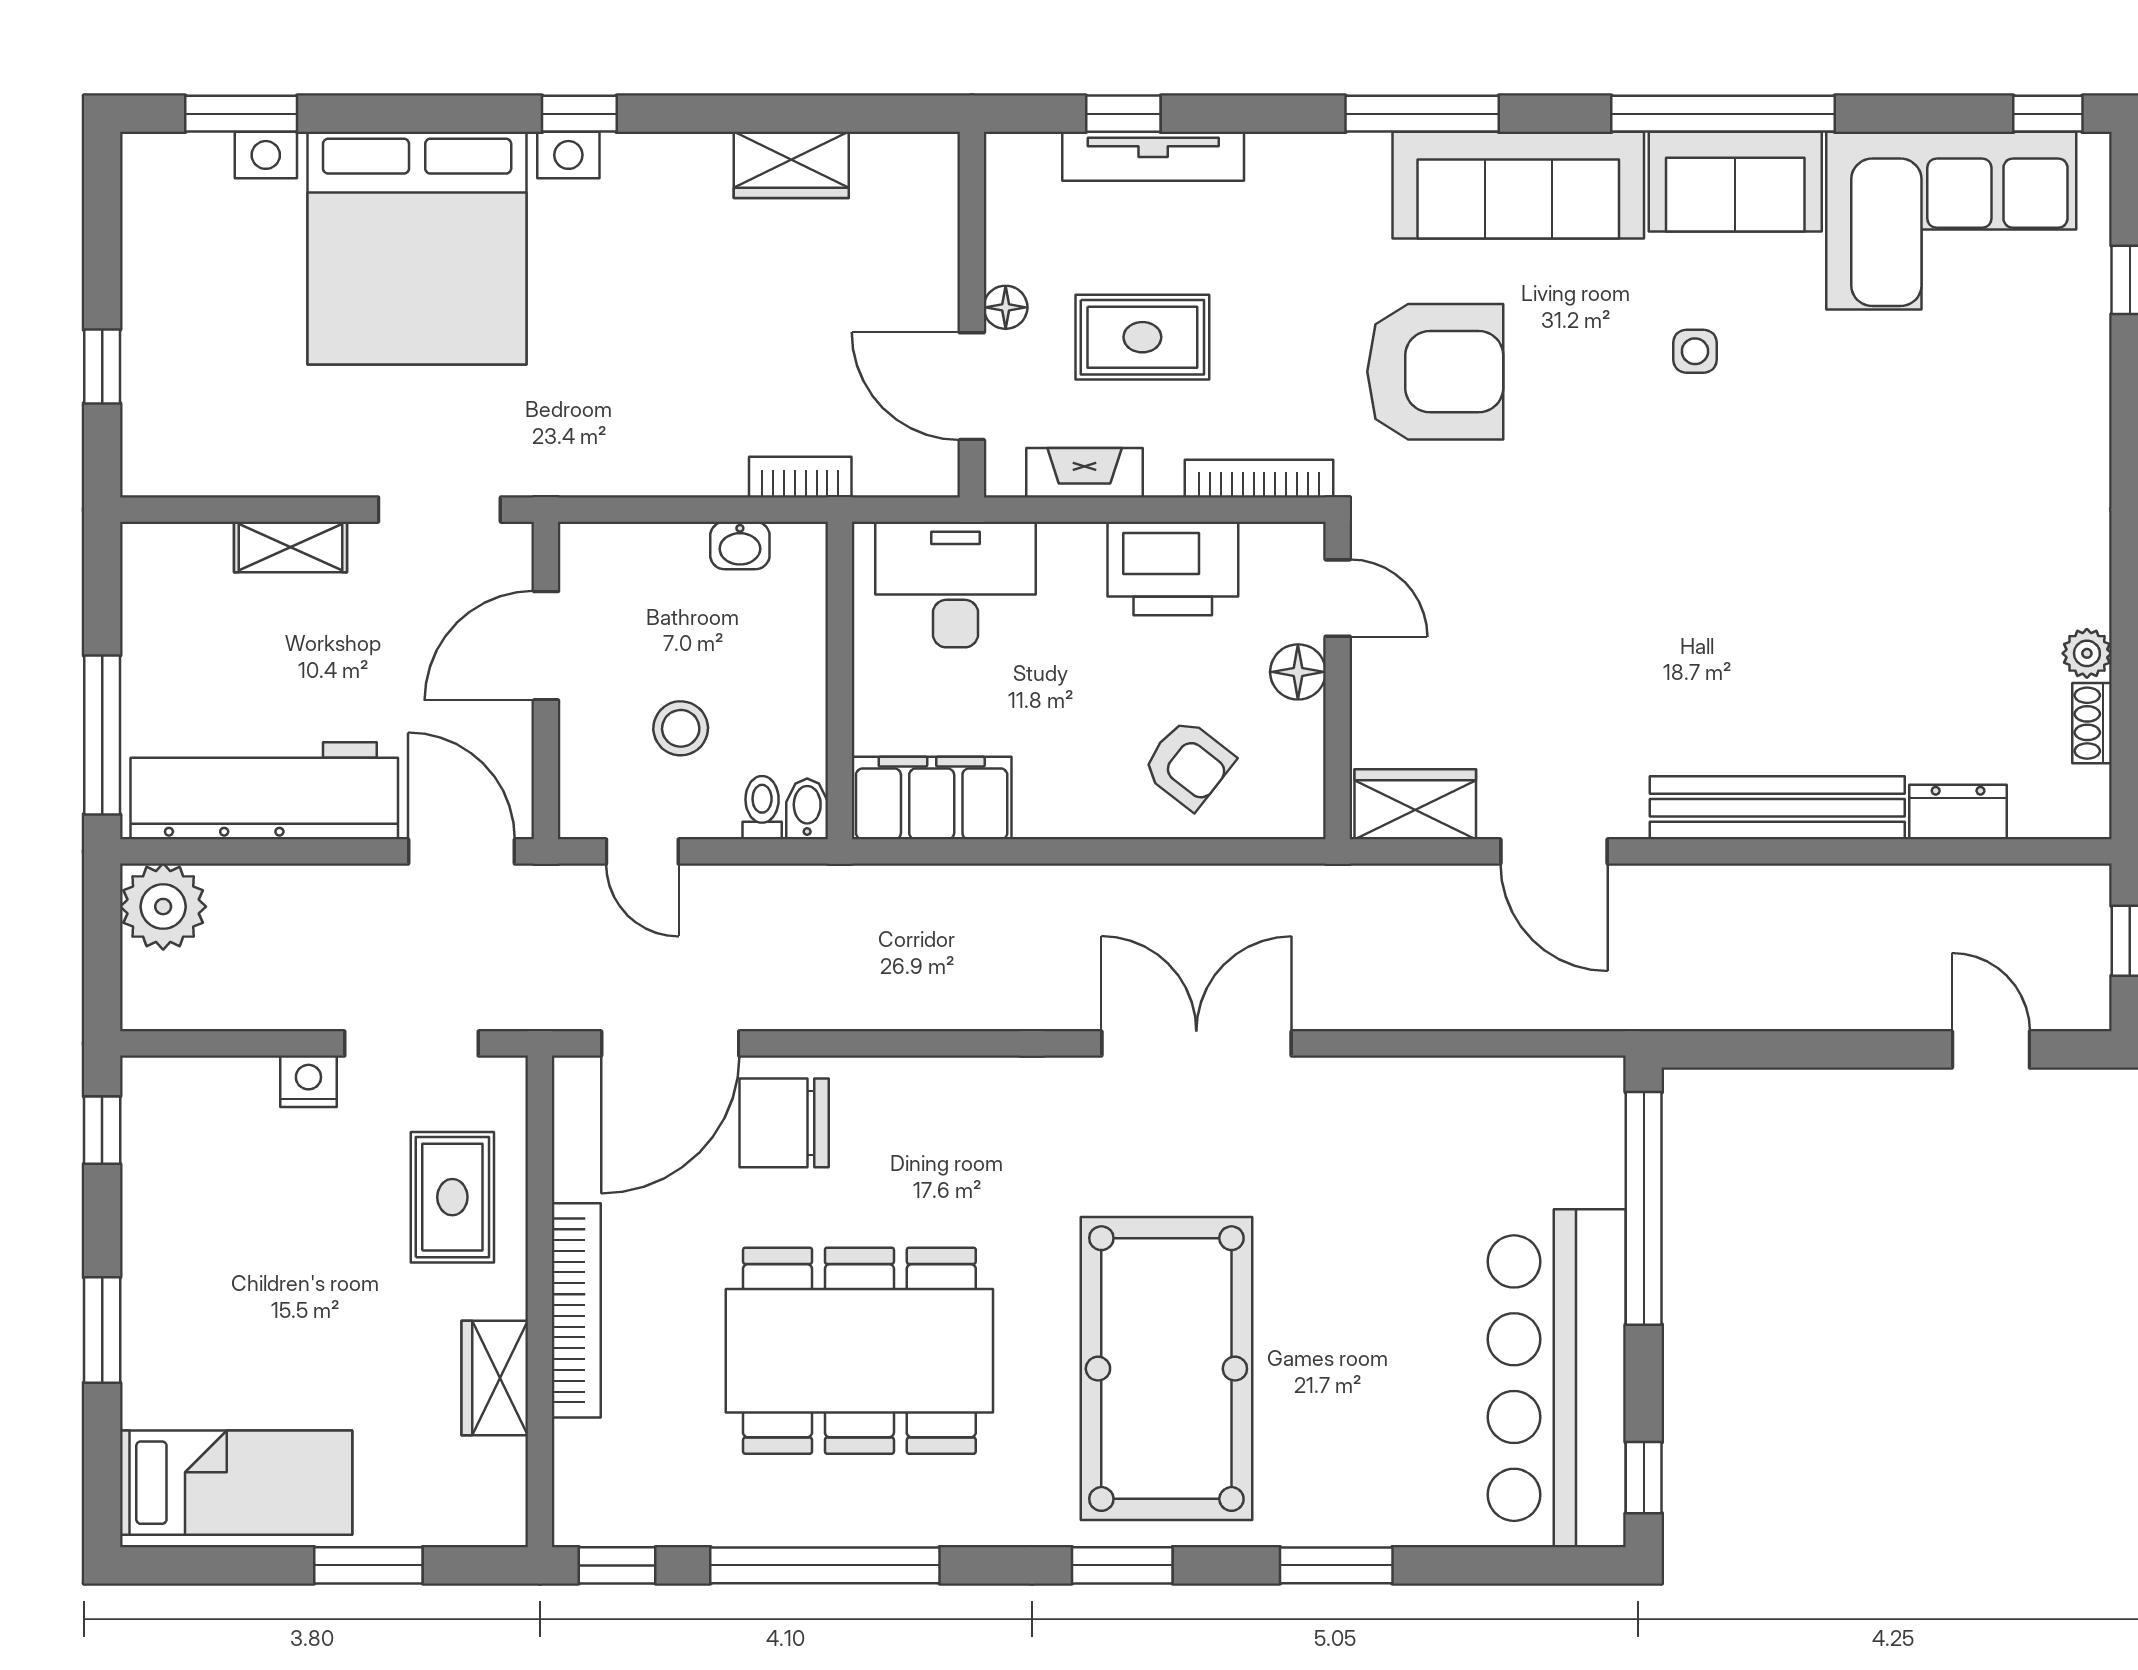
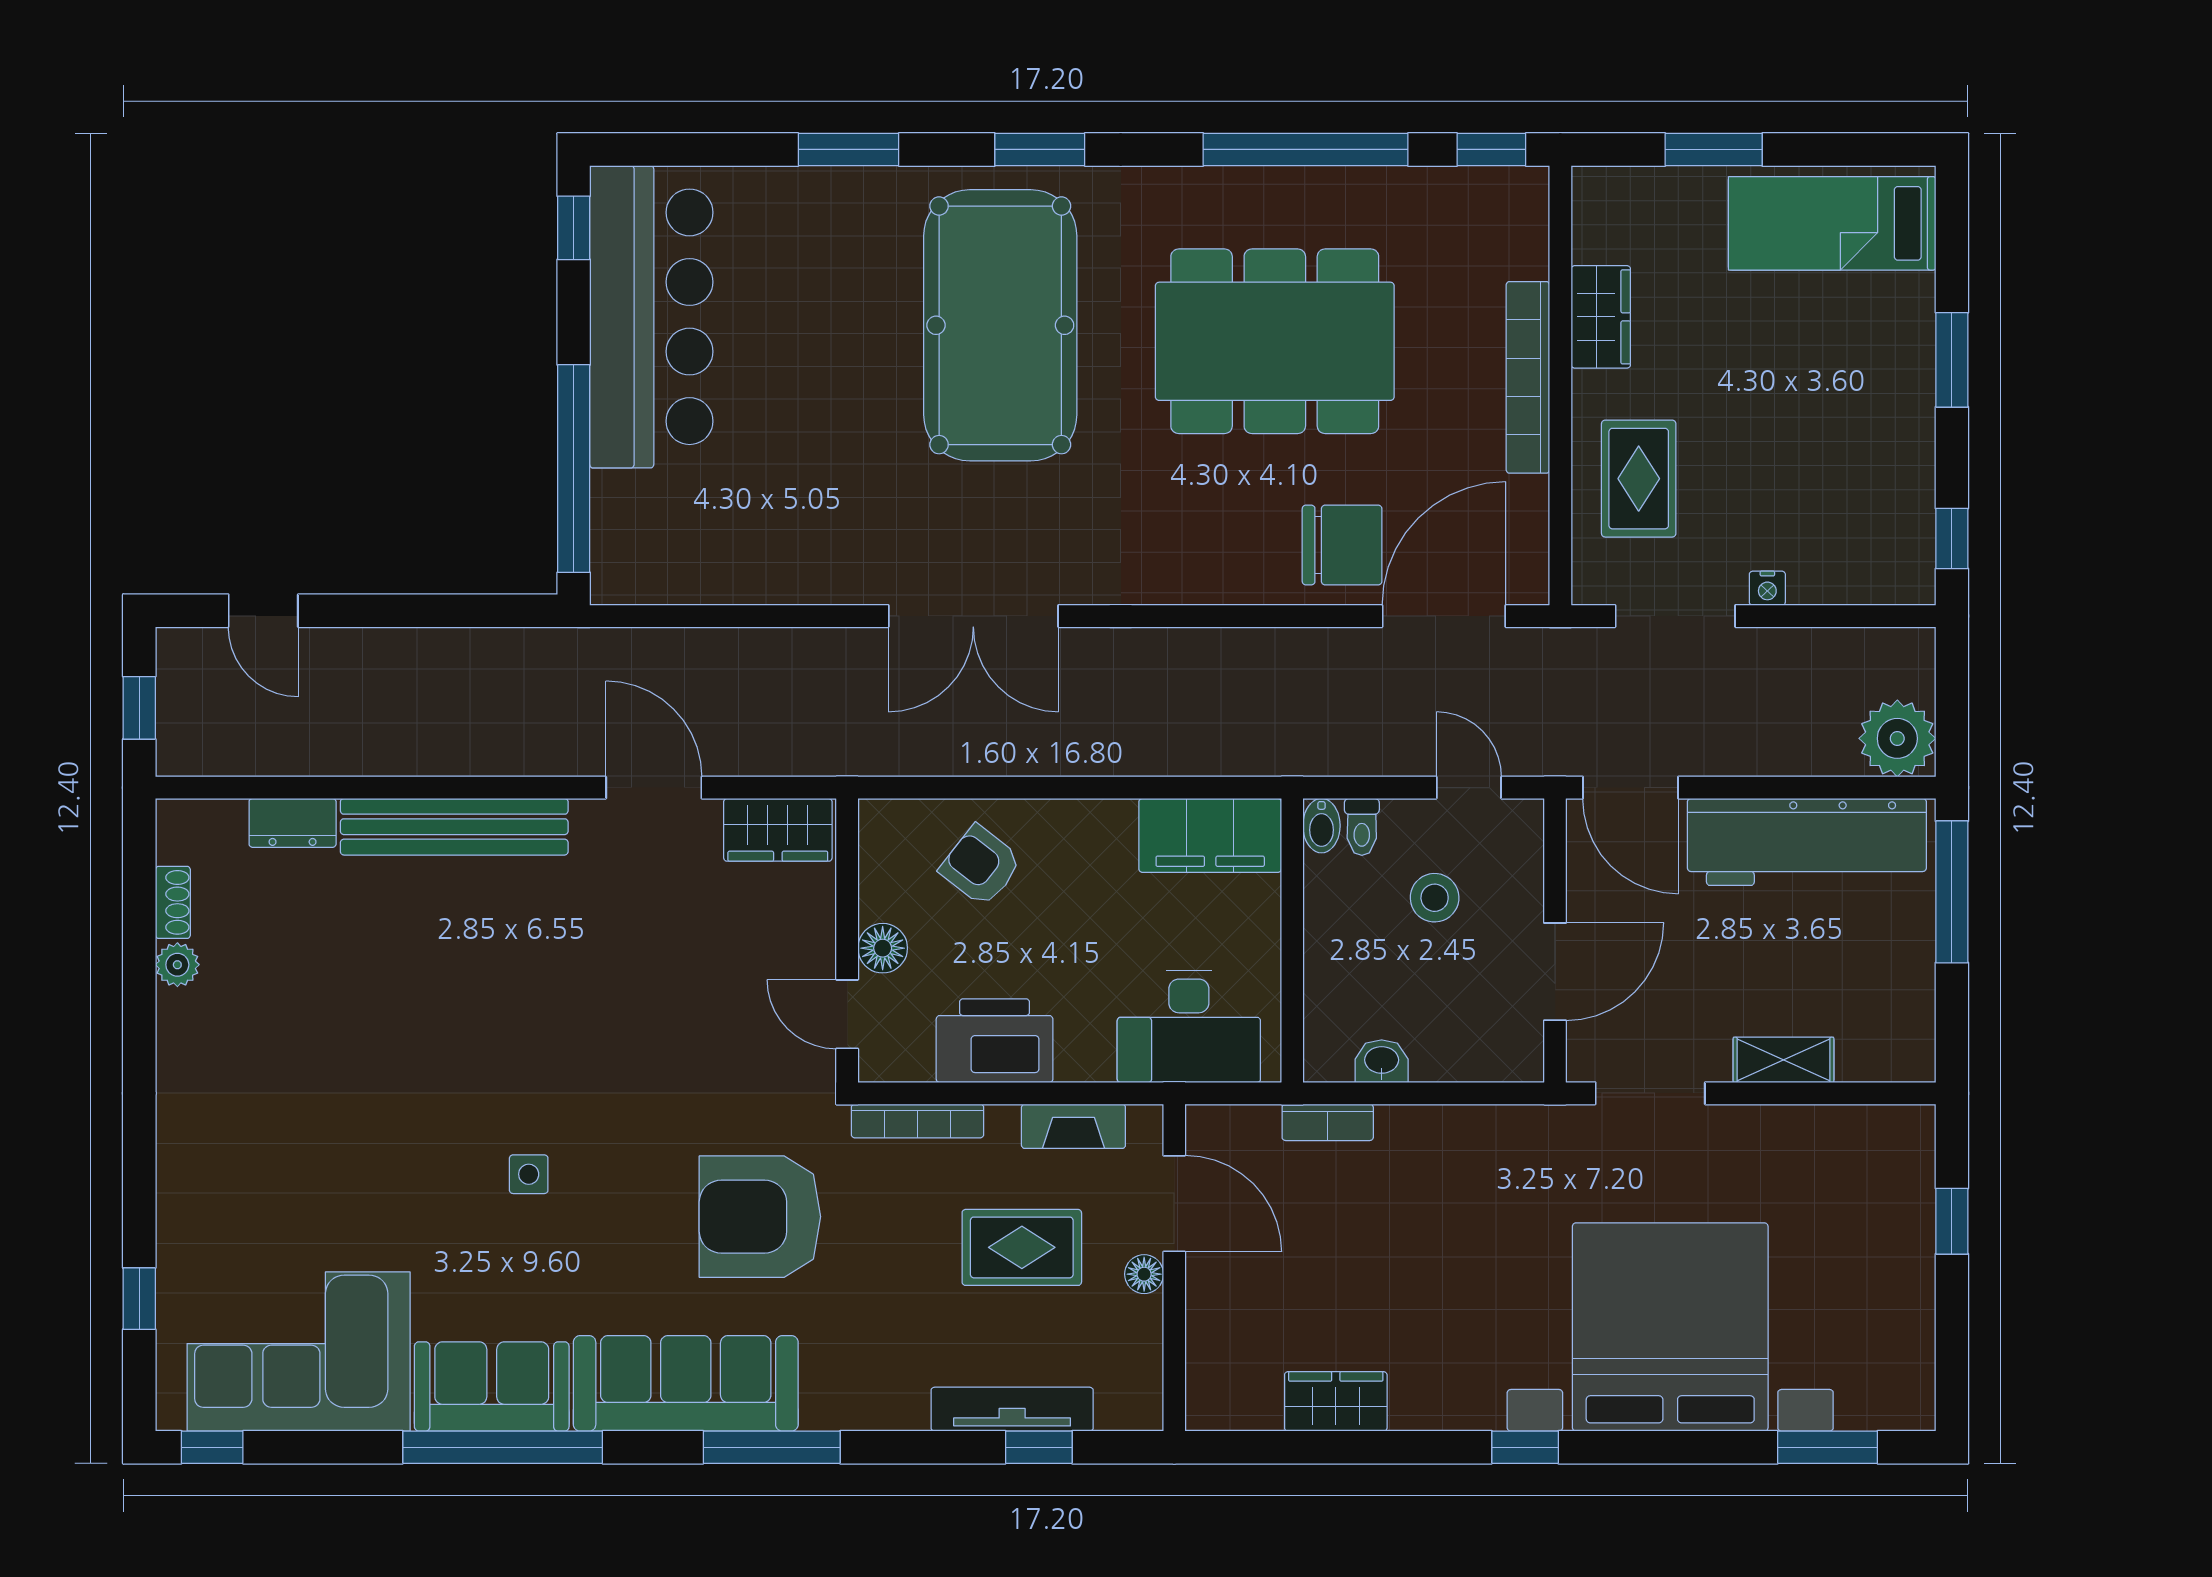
side table: (1695, 351) -> (529, 1174), moved
nightstand: (308, 1081) -> (1767, 588), width x0.72, depth x0.74

